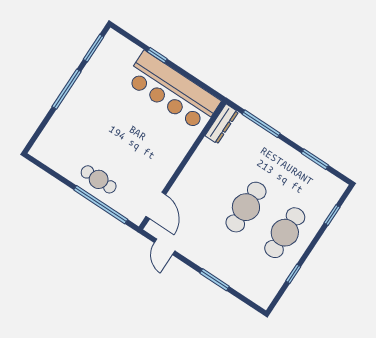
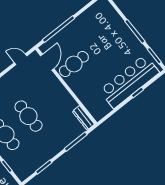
bar counter: (172, 91) -> (129, 81), moved
cafe table: (99, 179) -> (74, 64), moved, width x1.37, depth x1.35
door: (156, 205) -> (47, 62), swing flipped

